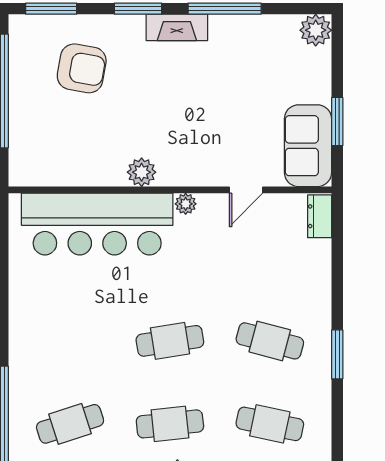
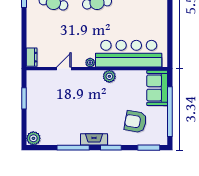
sofa: (308, 146) -> (157, 88), moved, turned 180

